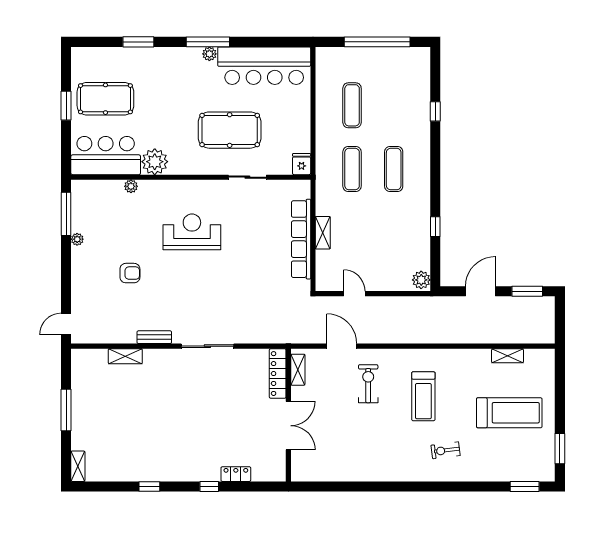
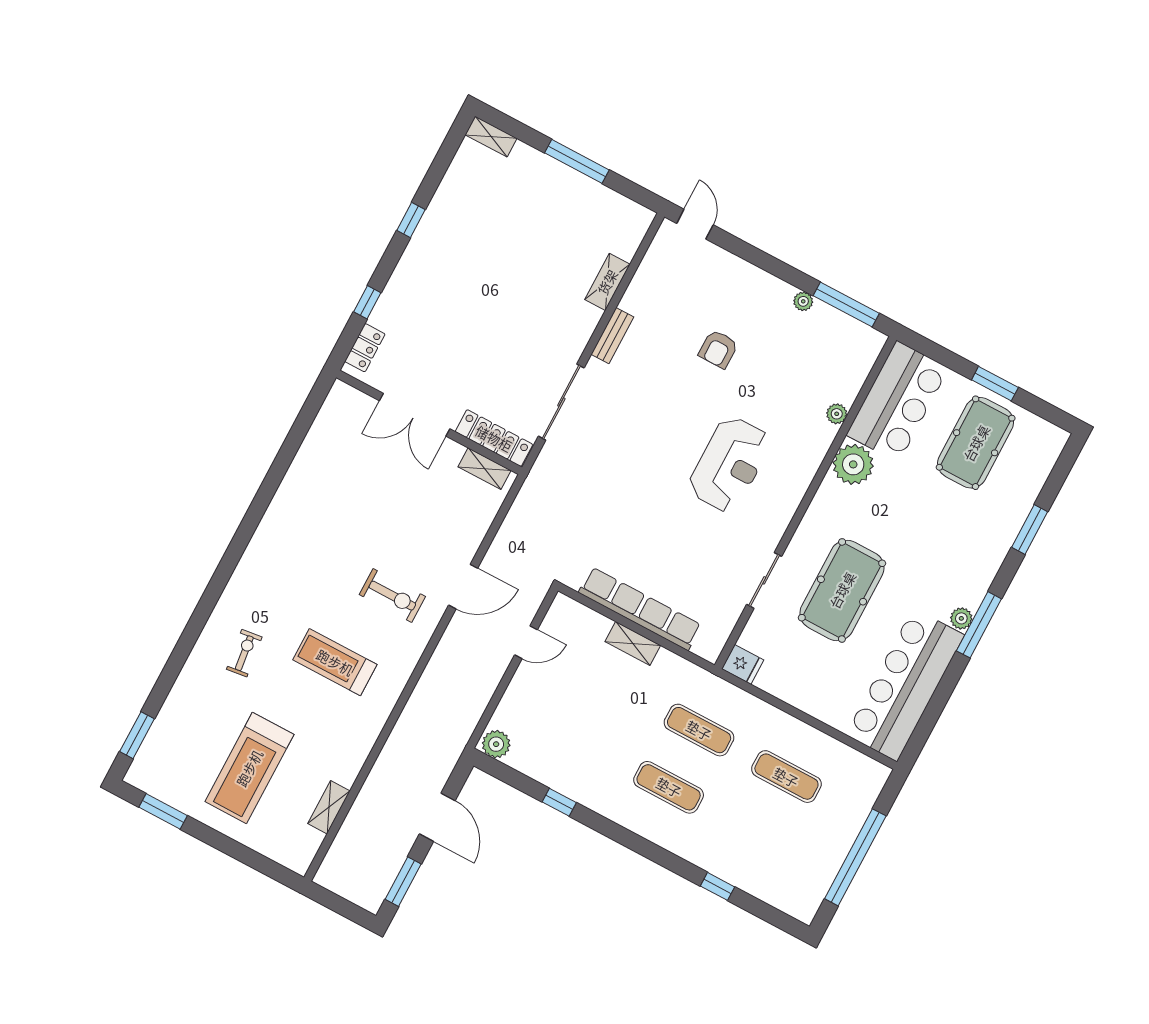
shelving: (298, 370) -> (485, 469), moved
locker: (278, 374) -> (494, 438), moved
wall: (288, 415) -> (429, 422), moved
double door: (288, 426) -> (415, 415), moved

